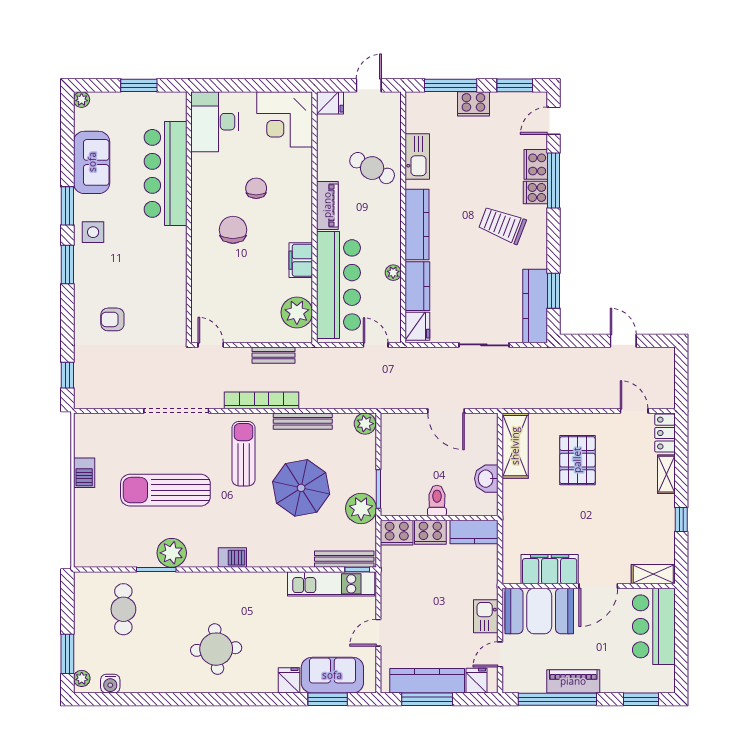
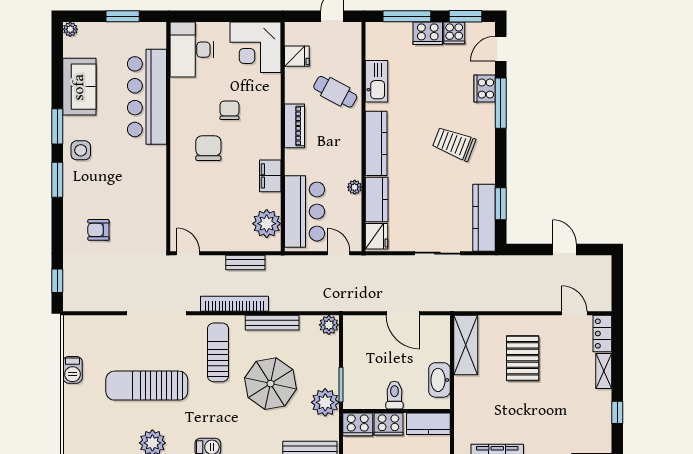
fridge: (330, 103) -> (297, 56), moved
cooker: (535, 192) -> (454, 33), moved, turned -90
bar counter: (338, 285) -> (305, 212), width x0.73
washbasin: (486, 479) -> (439, 380), width x1.38

